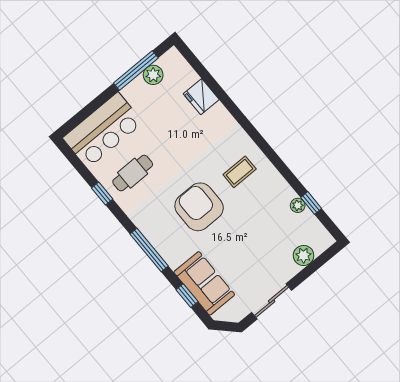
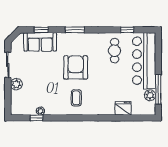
bar counter: (103, 130) -> (144, 61), width x1.36
window: (102, 193) -> (127, 30), moved
armchair: (199, 207) -> (76, 67), turned -90
window: (149, 250) -> (75, 30), width x0.69
plant: (304, 255) -> (16, 84), moved

